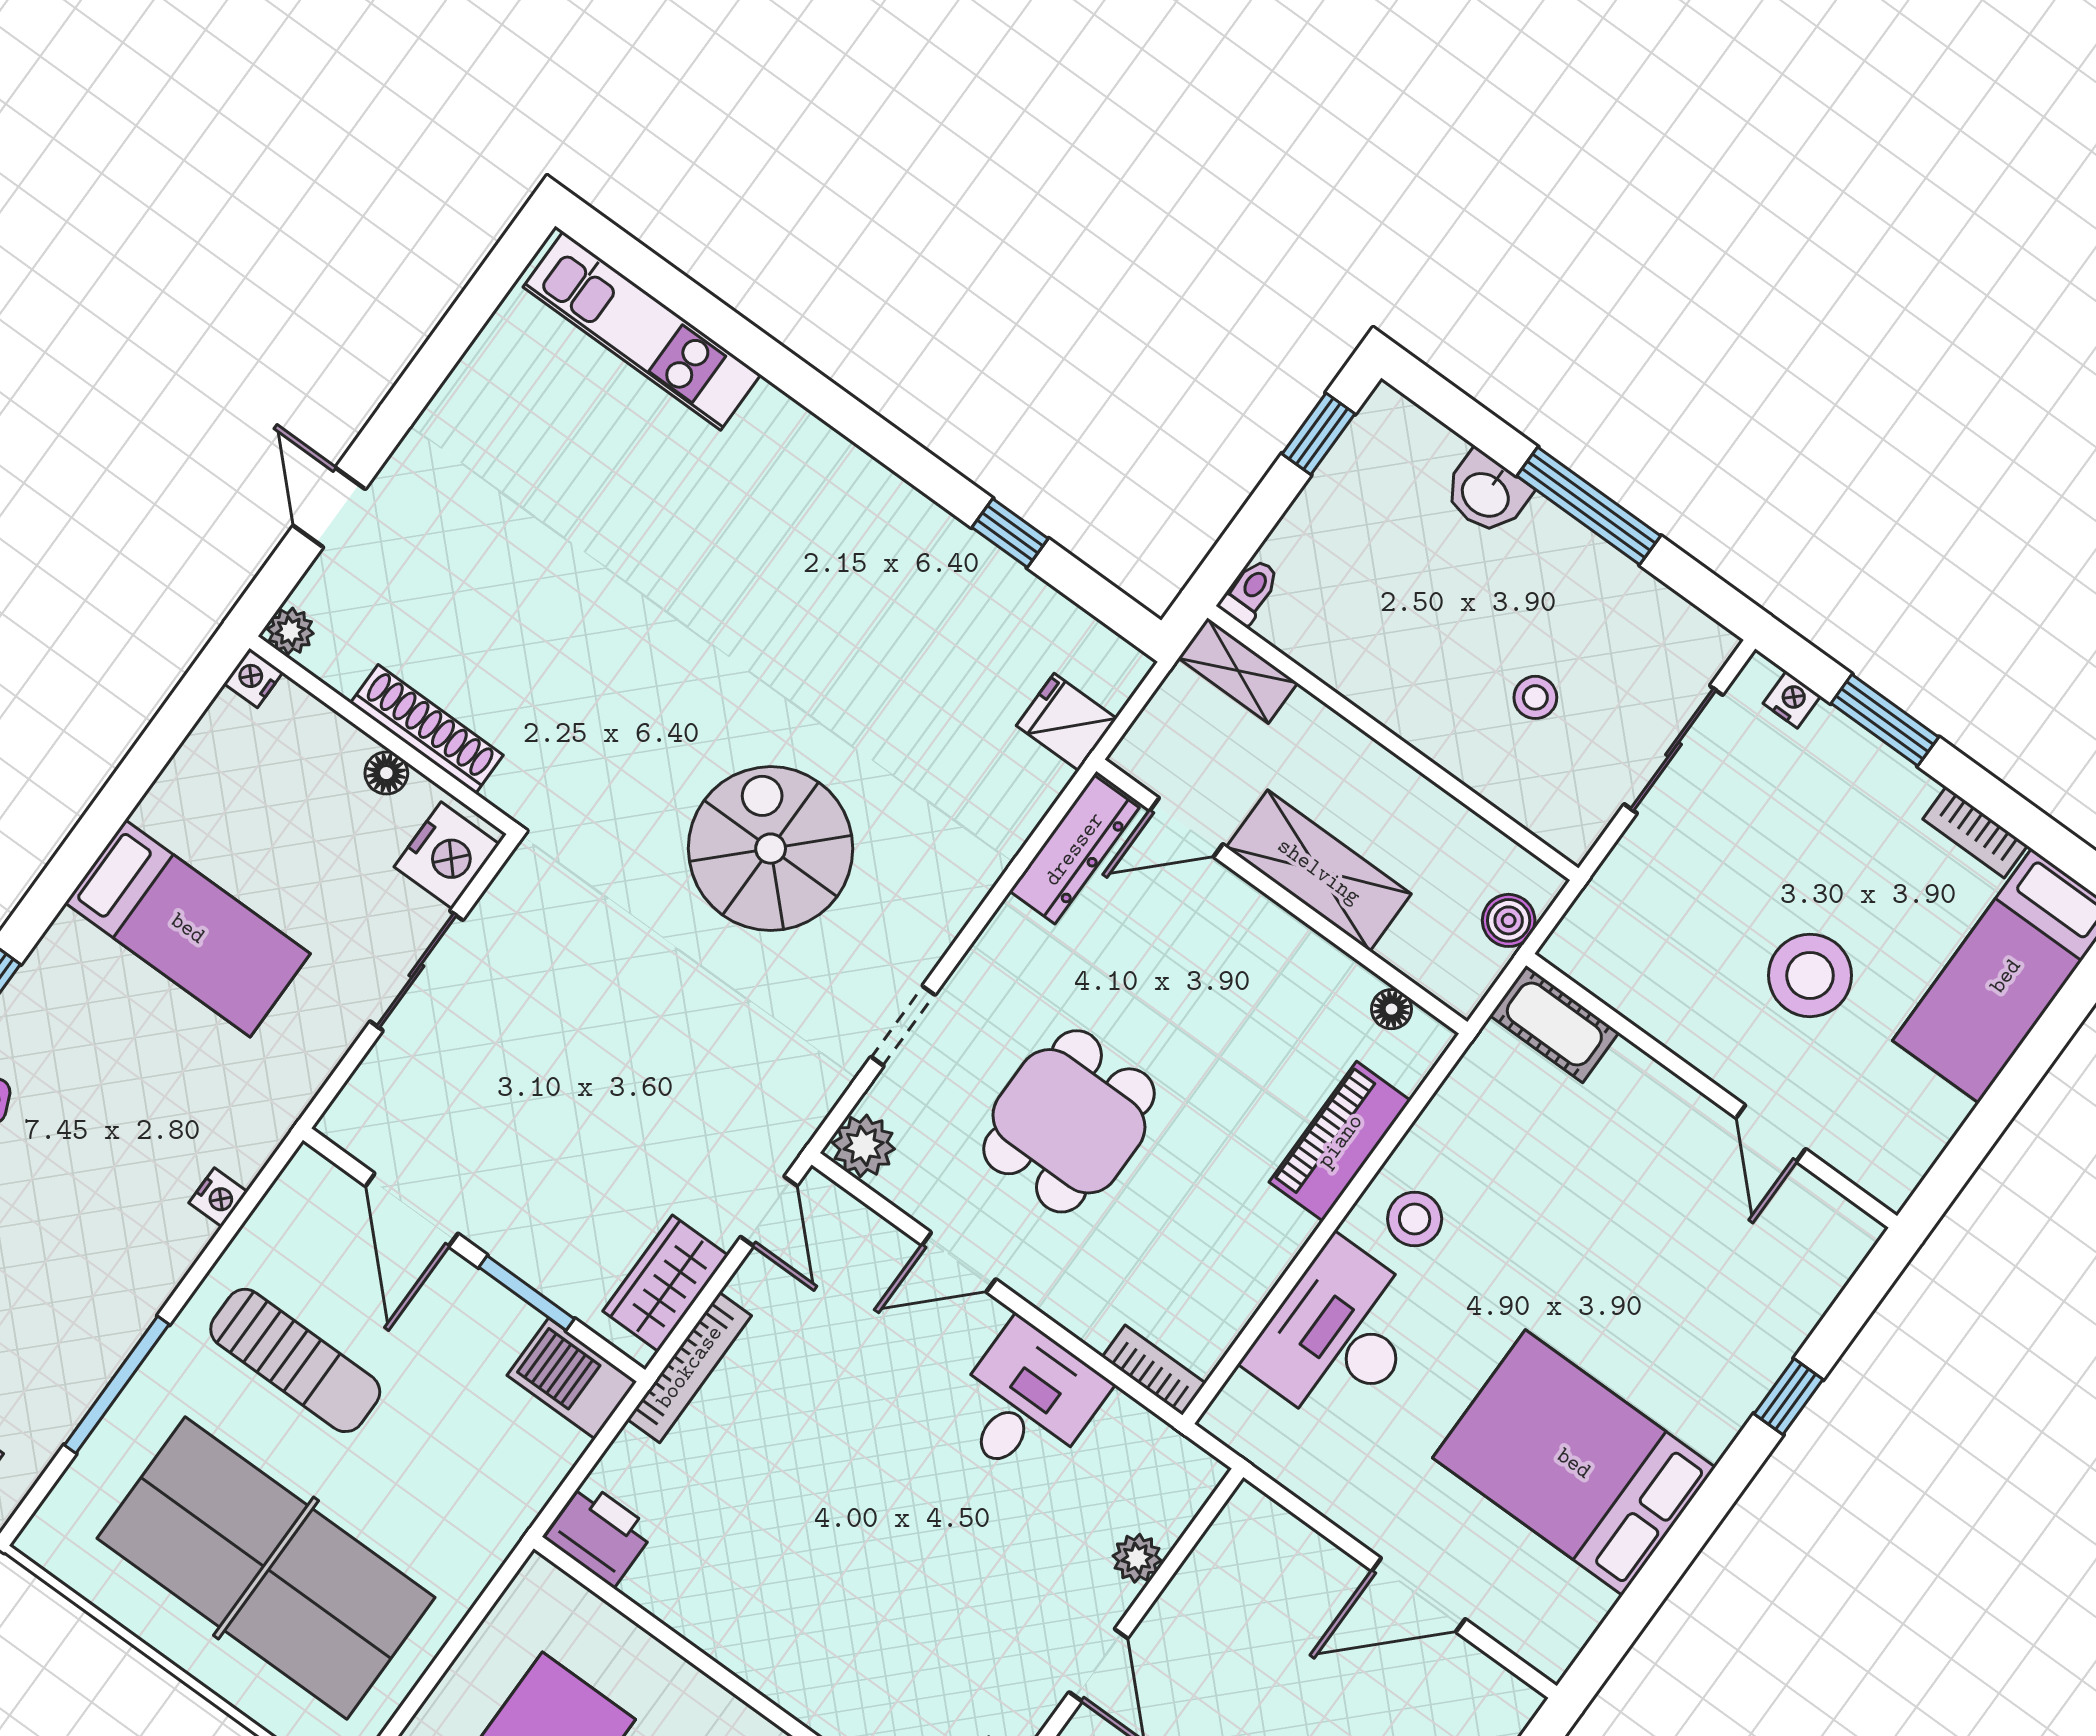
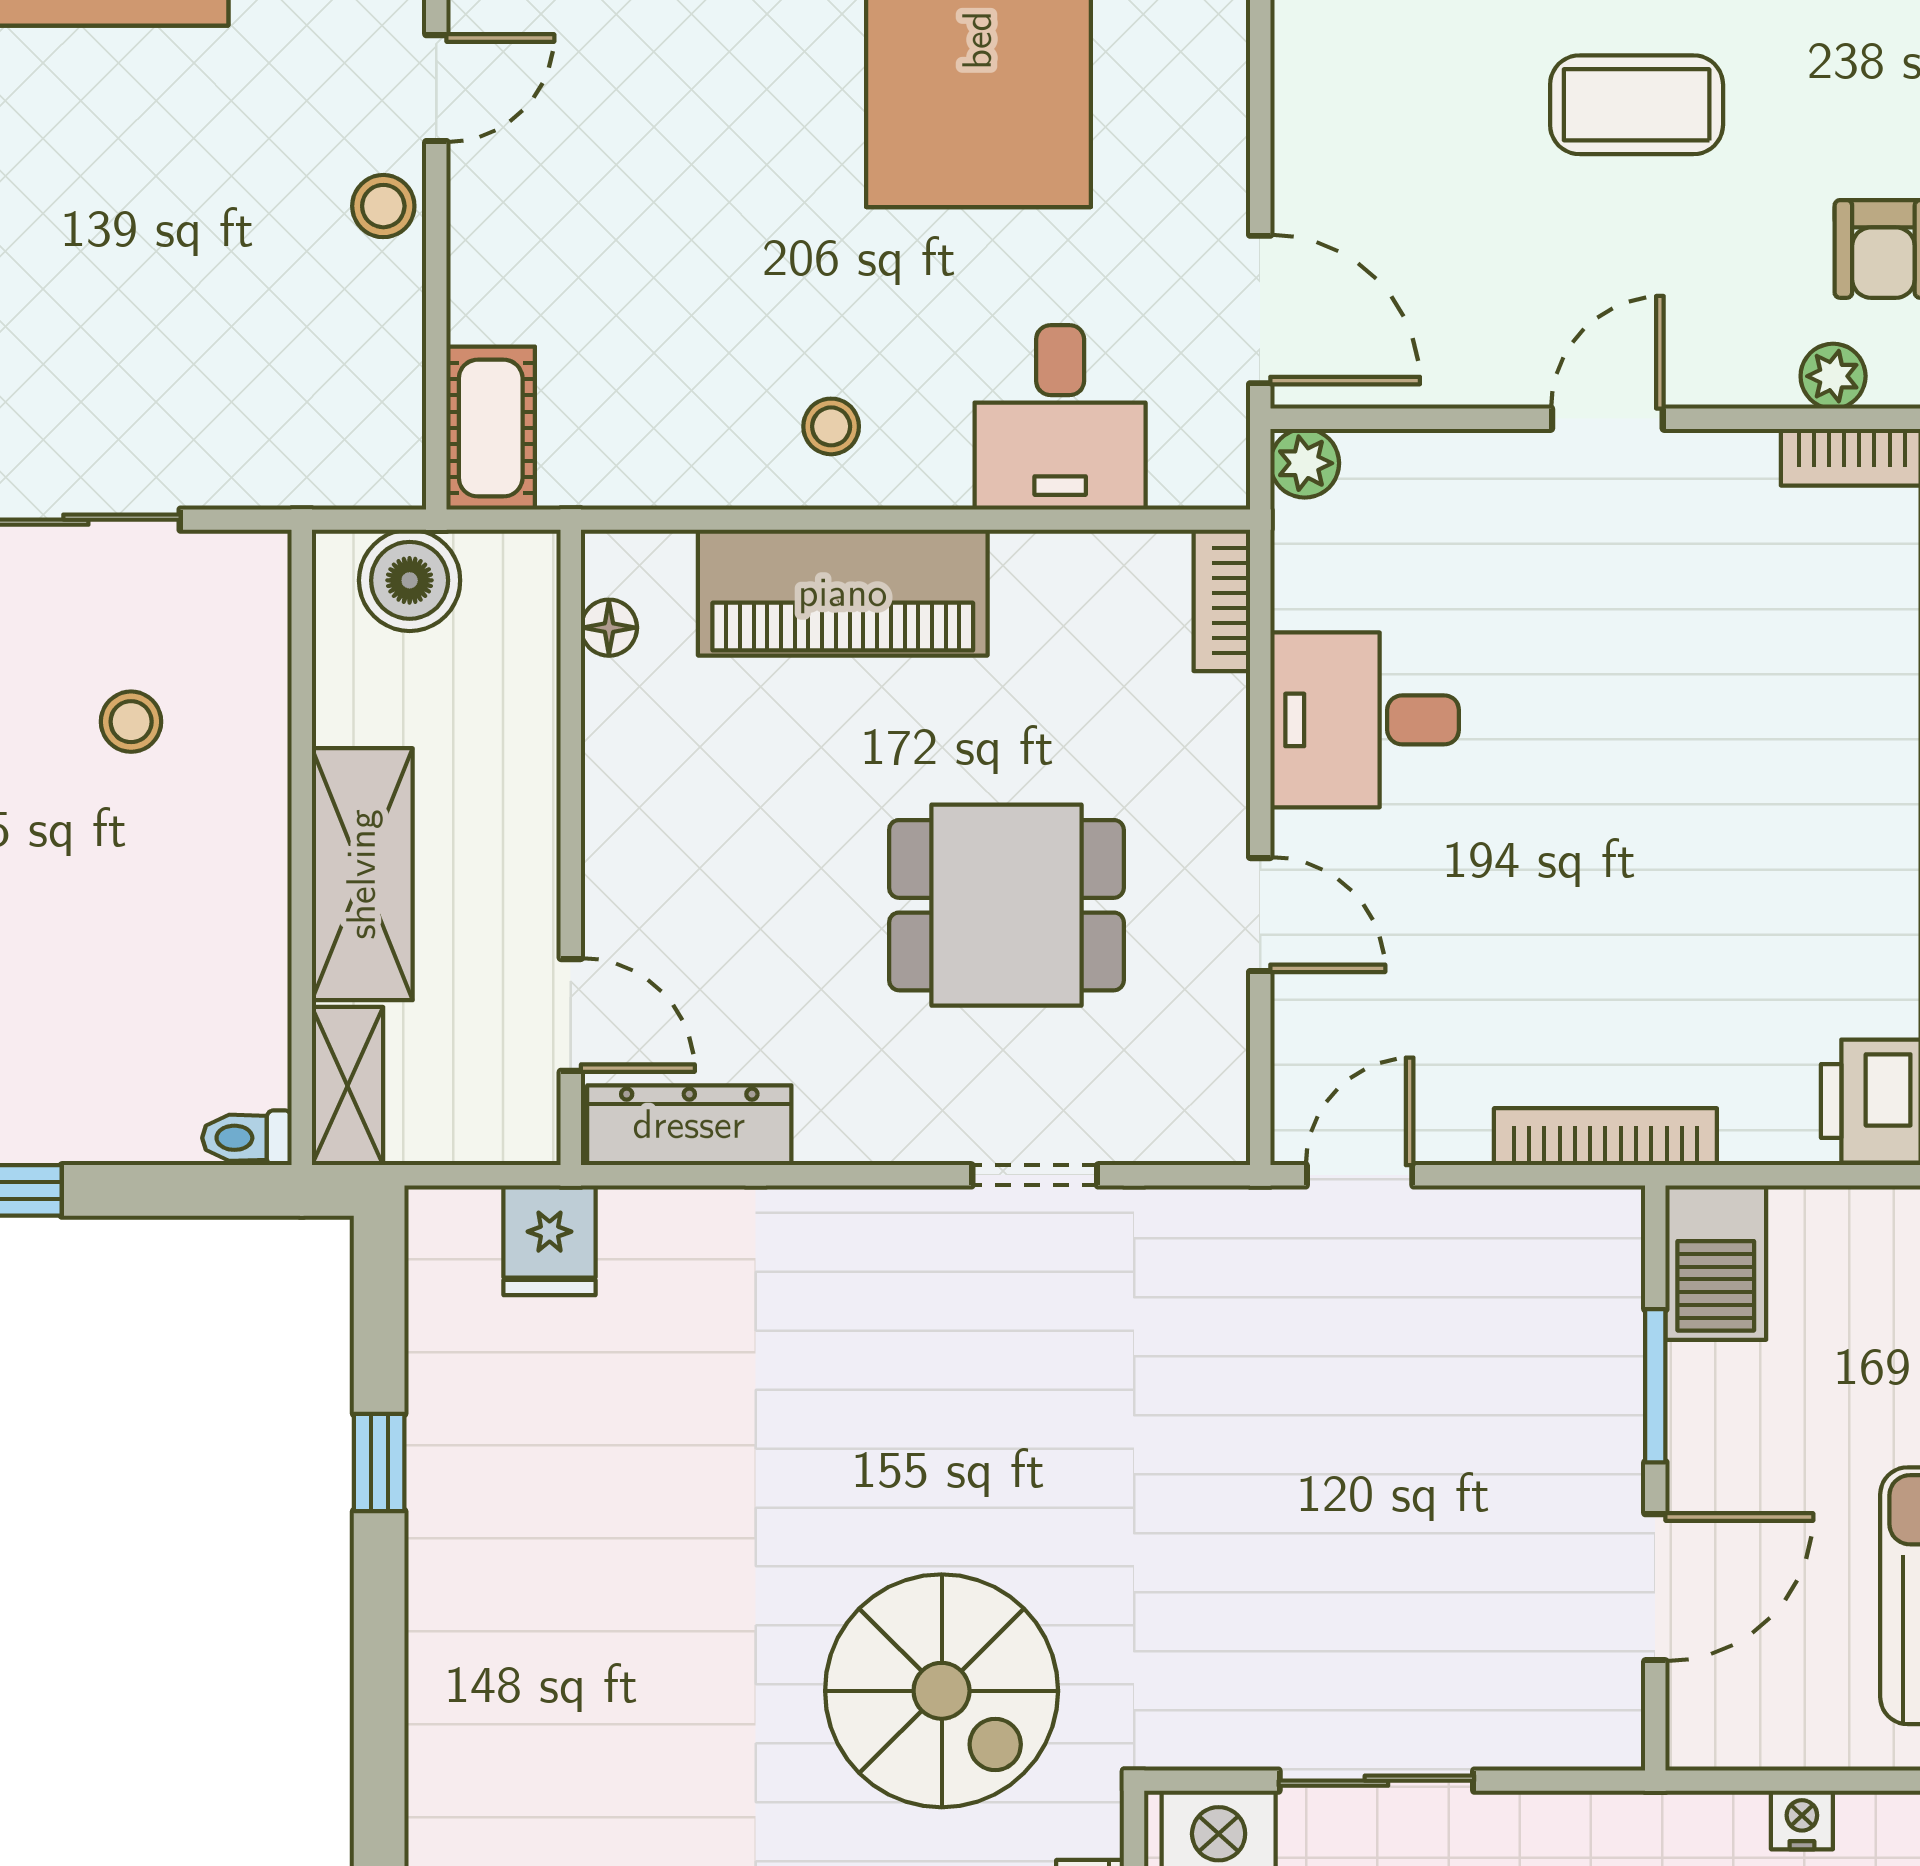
spiral stairs: (771, 849) -> (942, 1691), moved, turned -90
shelving: (1319, 871) -> (362, 874), moved
boiler: (1509, 920) -> (410, 580), width x1.36, depth x1.36
stool: (1810, 975) -> (383, 206), moved, width x0.53, depth x0.53
piano: (1340, 1141) -> (843, 593), width x1.37, depth x1.33
plant: (864, 1146) -> (1206, 1121), removed
stool: (1415, 1219) -> (831, 426), width x0.73, depth x0.73
wardrobe: (665, 1283) -> (1528, 1234), removed
desk: (1338, 1335) -> (1060, 417), width x0.73
plant: (1137, 1558) -> (1305, 463), moved
door: (1418, 1595) -> (1260, 310), moved

